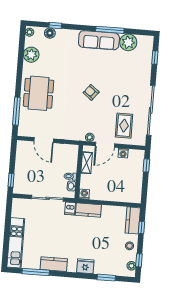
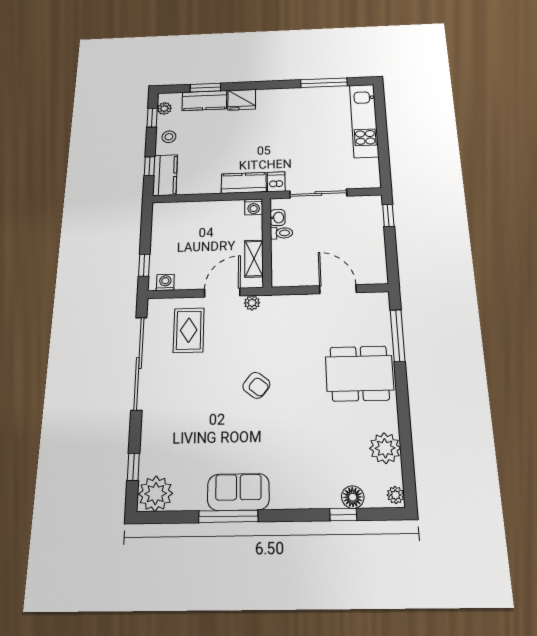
sofa: (99, 40) -> (238, 492), width x0.73
plant: (128, 42) -> (156, 494), moved
dining table: (39, 93) -> (359, 373), turned 90
washing machine: (123, 153) -> (165, 282), moved
kitchen counter: (54, 264) -> (204, 101), moved

